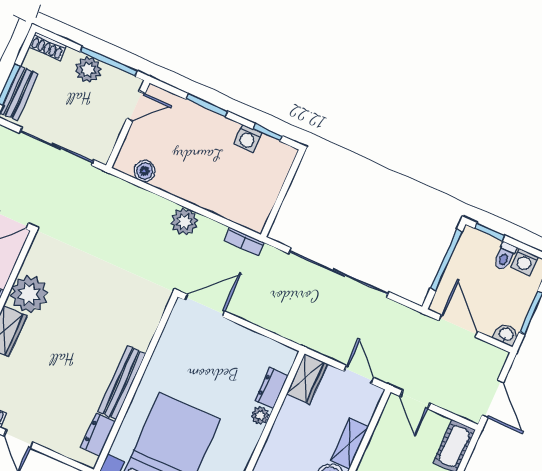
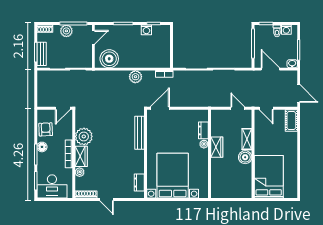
boiler: (145, 171) -> (109, 59), width x1.86, depth x1.86
wardrobe: (307, 379) -> (217, 147), moved
bench: (122, 383) -> (139, 133), moved

